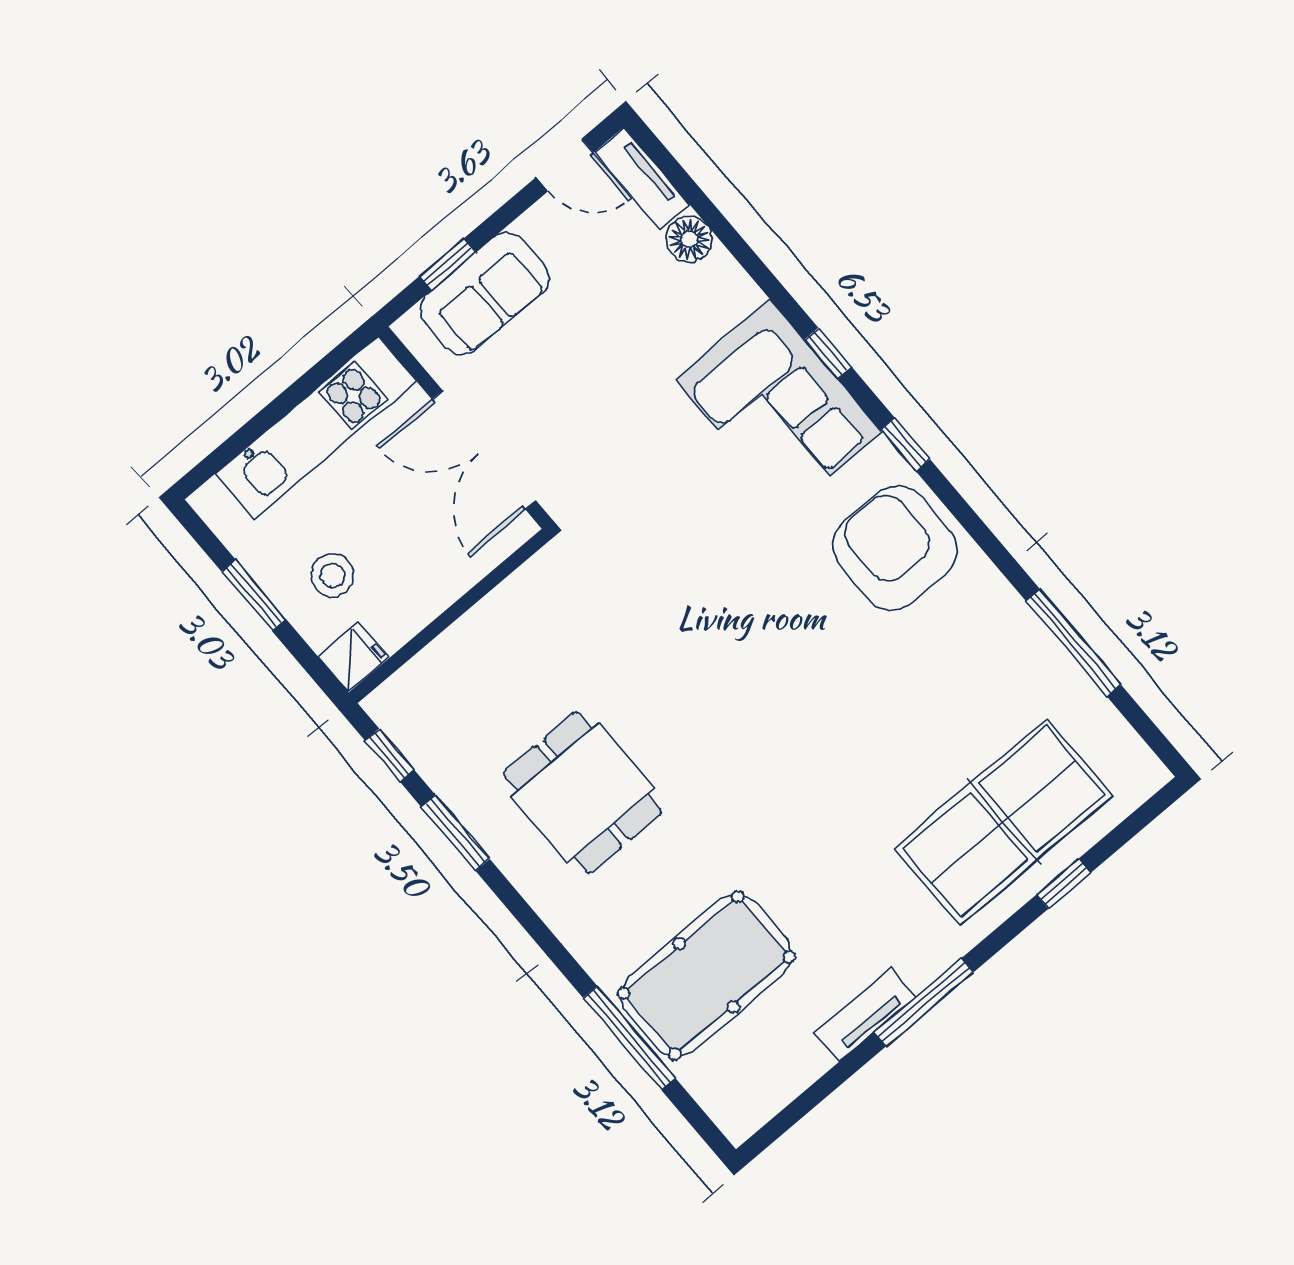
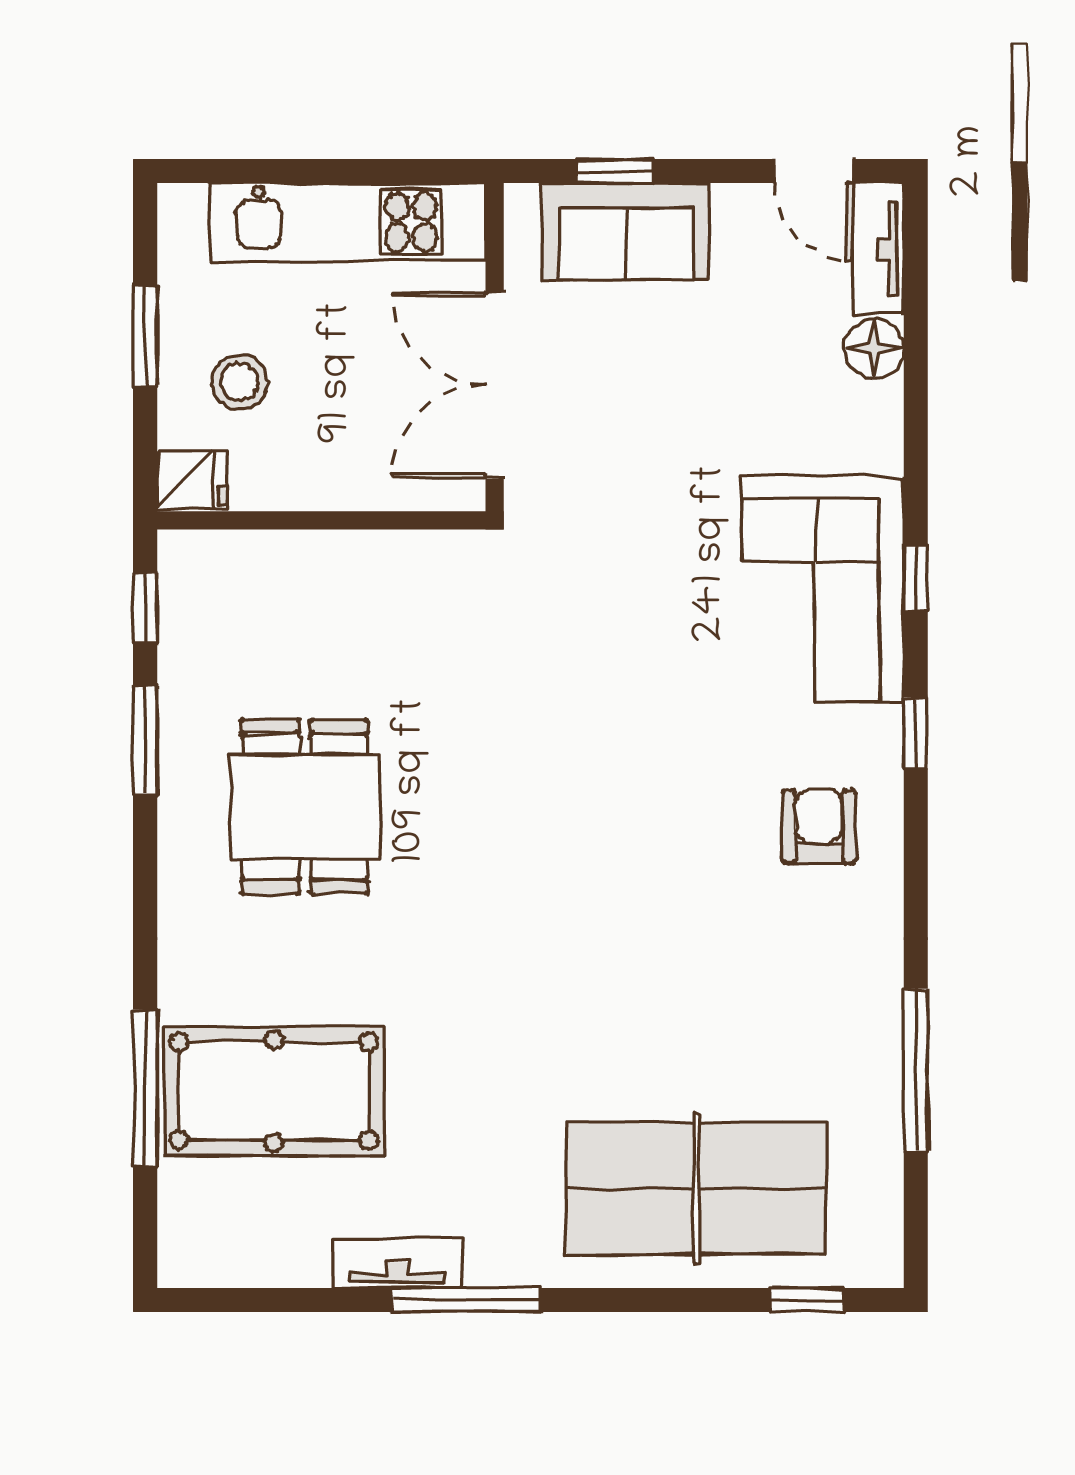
armchair: (895, 548) -> (819, 827), width x0.53, depth x0.53
window: (1064, 884) -> (807, 1300), moved

